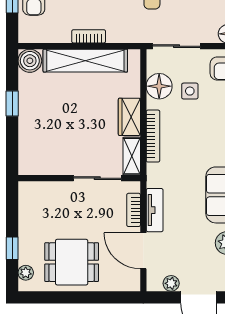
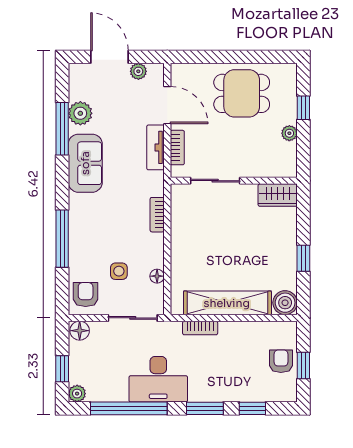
bookcase: (89, 36) -> (200, 328), moved
floor lamp: (159, 86) -> (157, 276), width x0.53, depth x0.53
wardrobe: (129, 117) -> (278, 195), moved, turned 90
bookcase: (153, 136) -> (157, 215), width x0.64
shelving: (132, 156) -> (179, 203), removed
plant: (26, 273) -> (289, 133), moved

